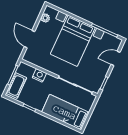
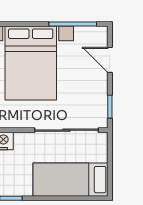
door: (115, 58) -> (110, 60), hinge flipped

